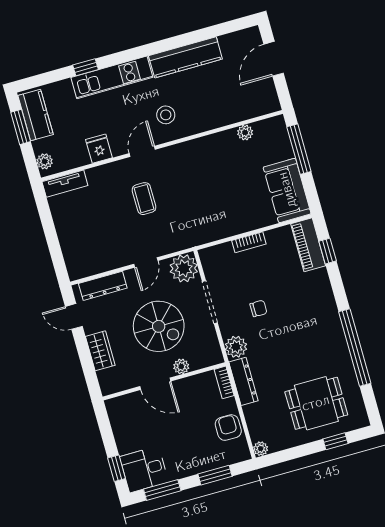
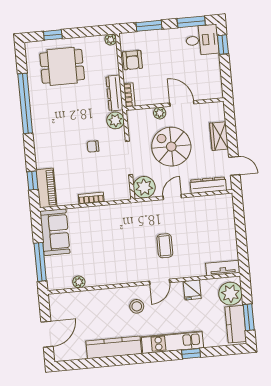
plant: (45, 161) -> (230, 294), width x1.88, depth x1.88

